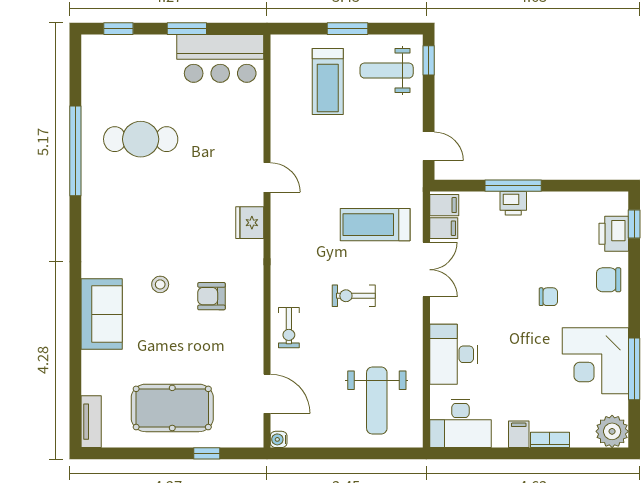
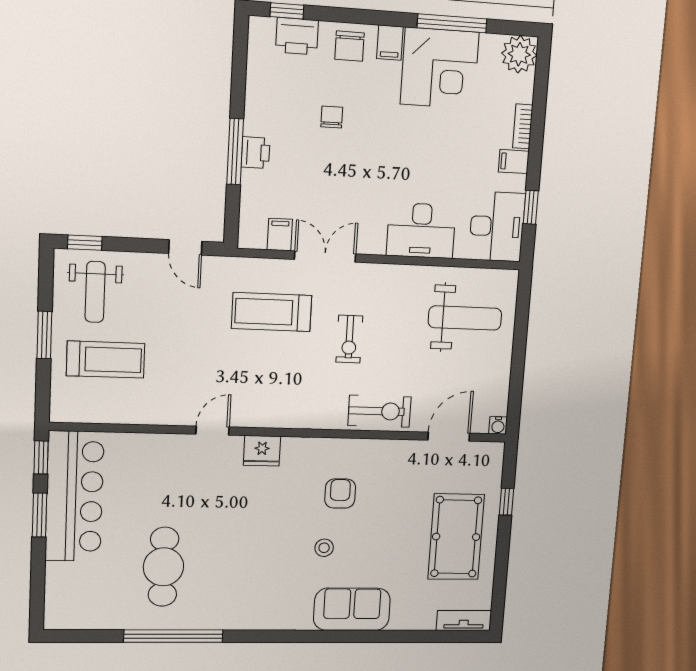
window: (118, 29) -> (41, 457), moved
bar counter: (220, 58) -> (74, 496), width x1.36
door: (429, 146) -> (185, 247), swing flipped
filing cabinet: (444, 205) -> (390, 43), moved, turned 180
treadmill: (375, 225) -> (272, 312), turned 90
armchair: (212, 296) -> (340, 494), turned 180
chair: (548, 297) -> (332, 117), moved
exercise bike: (289, 328) -> (379, 411), width x1.38, depth x1.39
window: (479, 453) -> (531, 207), added

